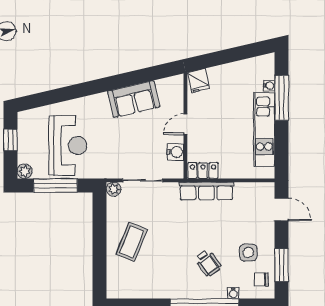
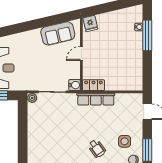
sofa: (134, 99) -> (58, 33), moved
kitchen unit: (264, 130) -> (135, 57), removed
water cooler: (175, 152) -> (75, 85), moved
coffee table: (132, 242) -> (45, 134), removed

